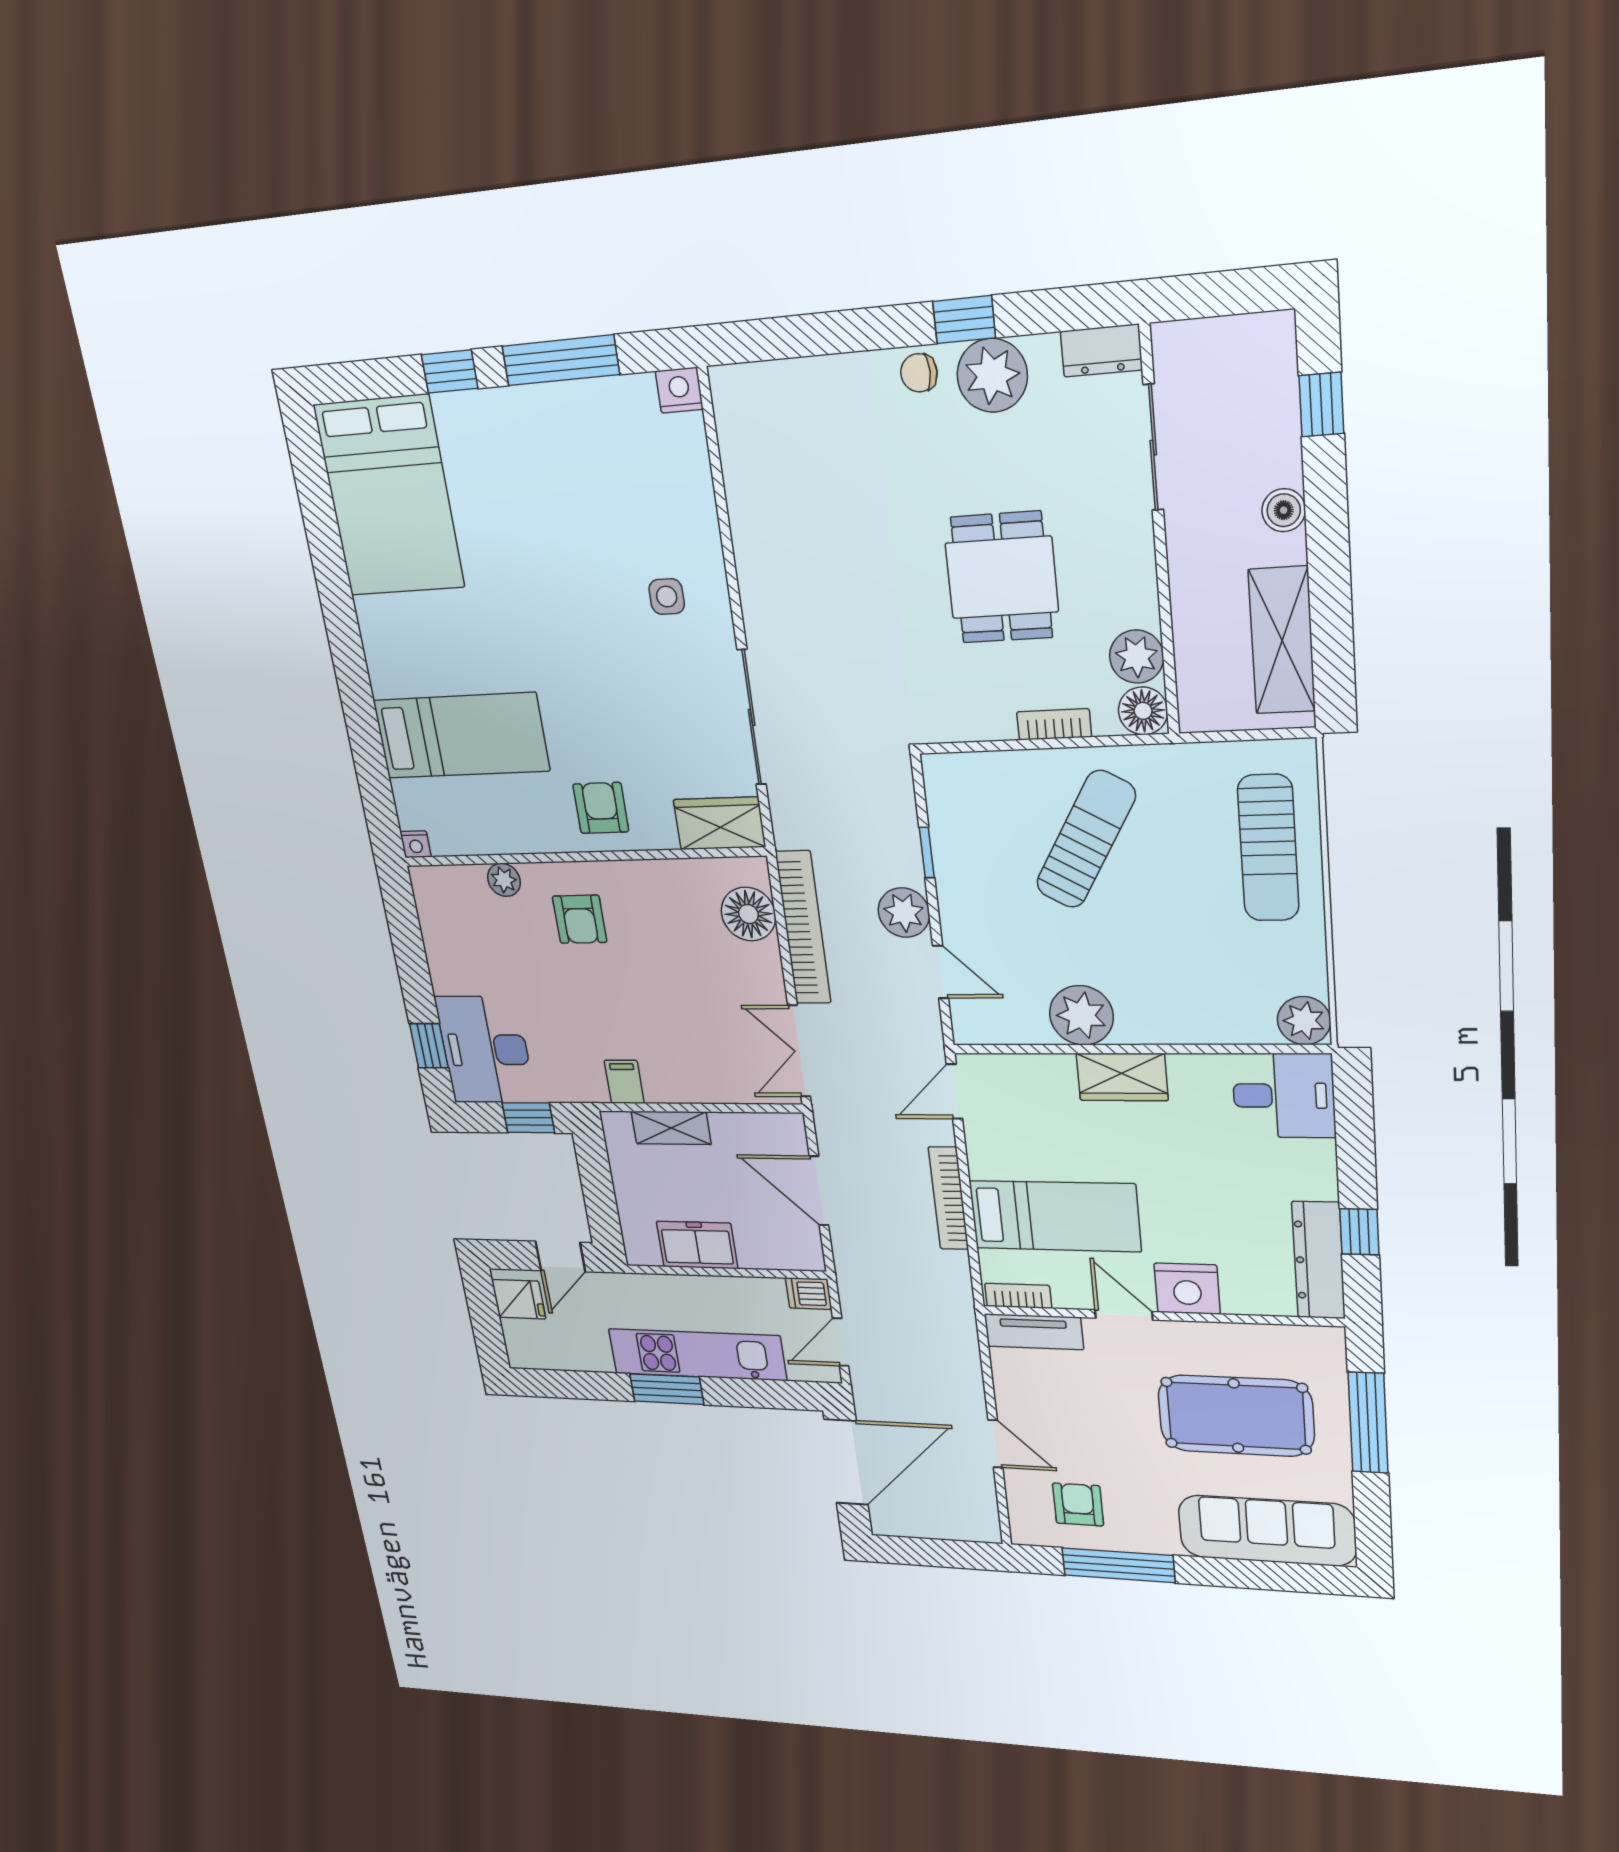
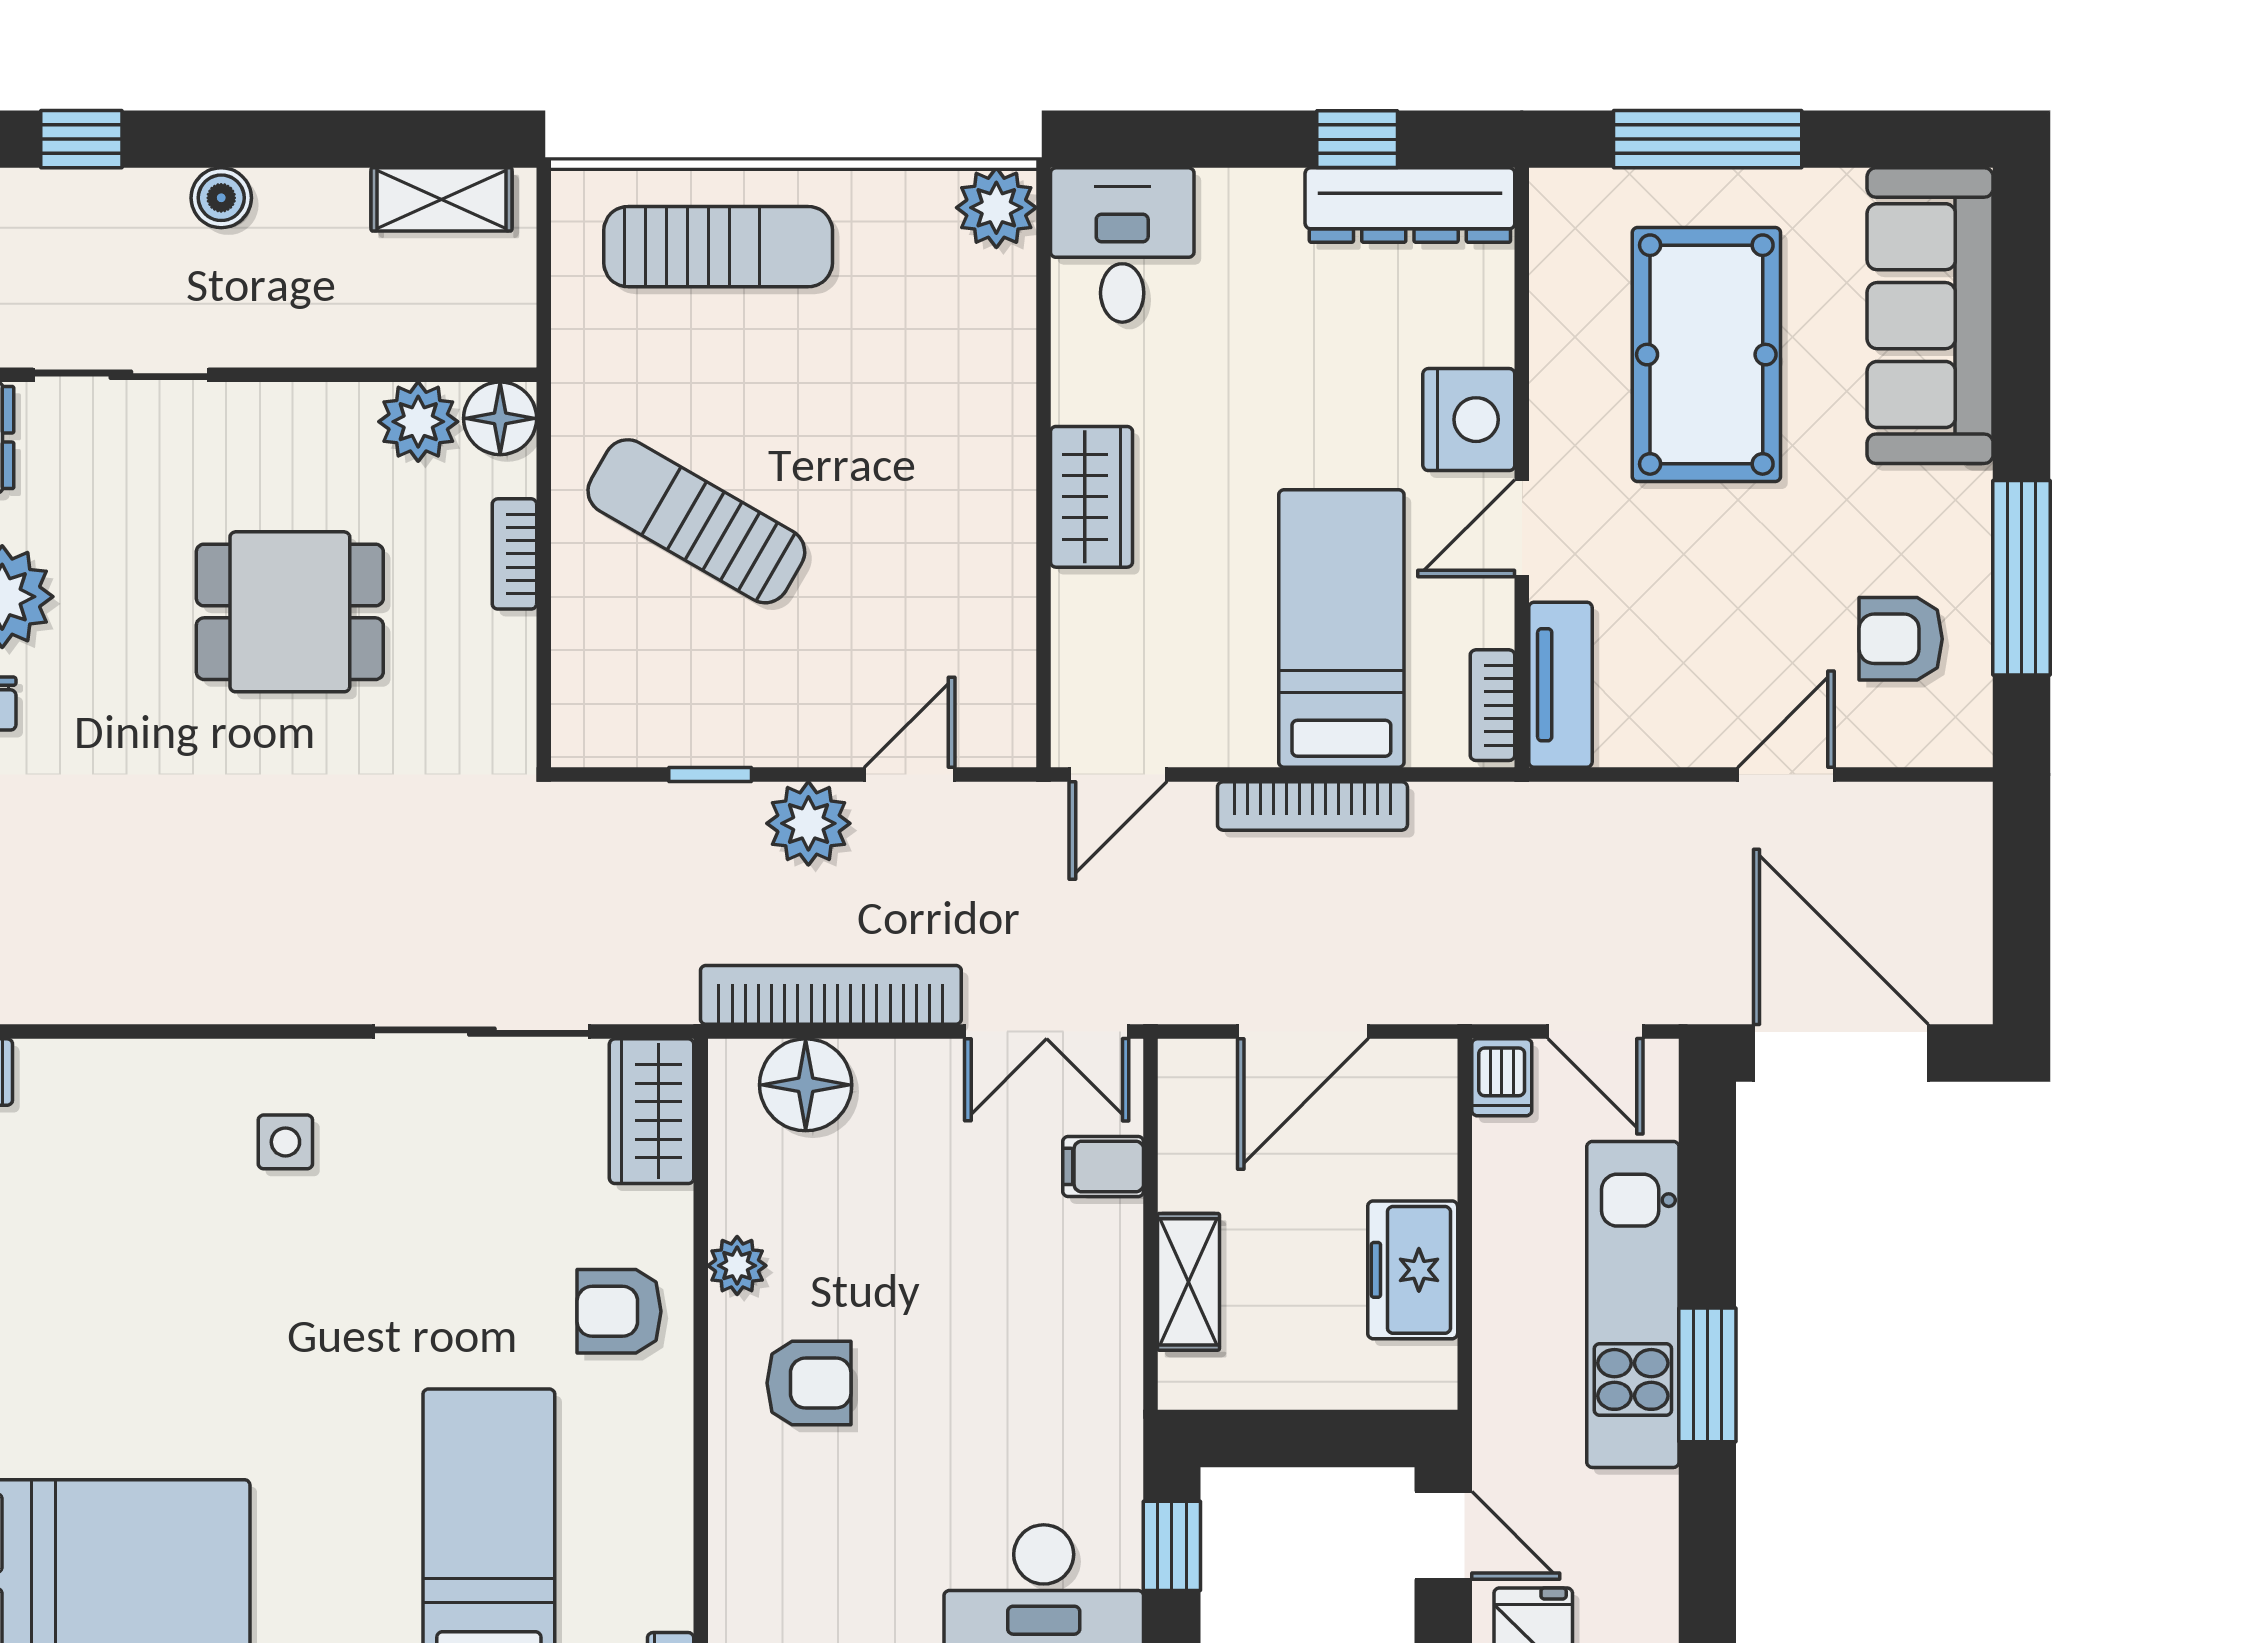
shelving: (1282, 641) -> (442, 199), width x0.67, depth x0.75
plant: (504, 880) -> (737, 1266), moved
plant: (1081, 1015) -> (986, 553), removed
filing cabinet: (624, 1082) -> (1103, 1166), moved
door: (954, 1092) -> (1118, 775), hinge flipped

